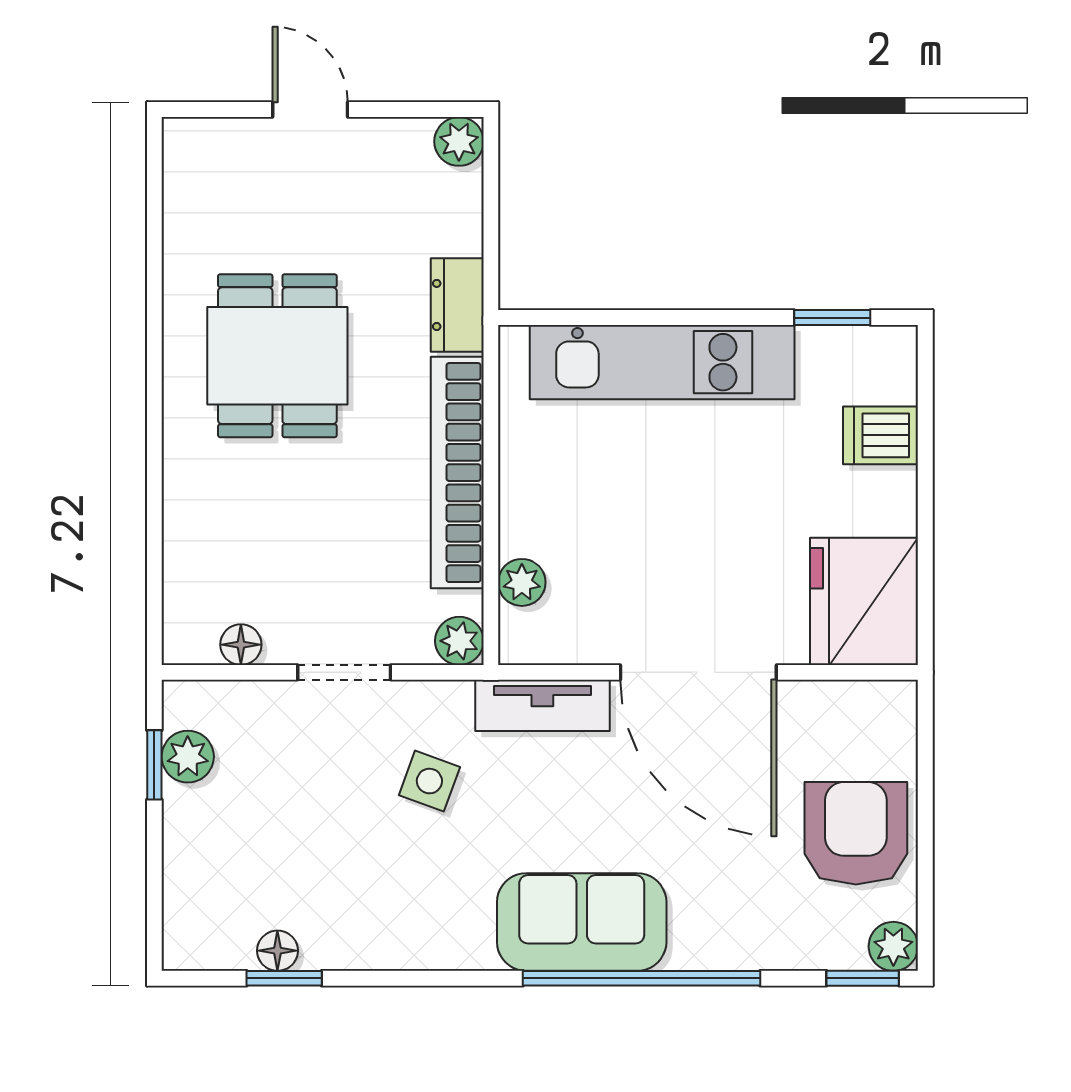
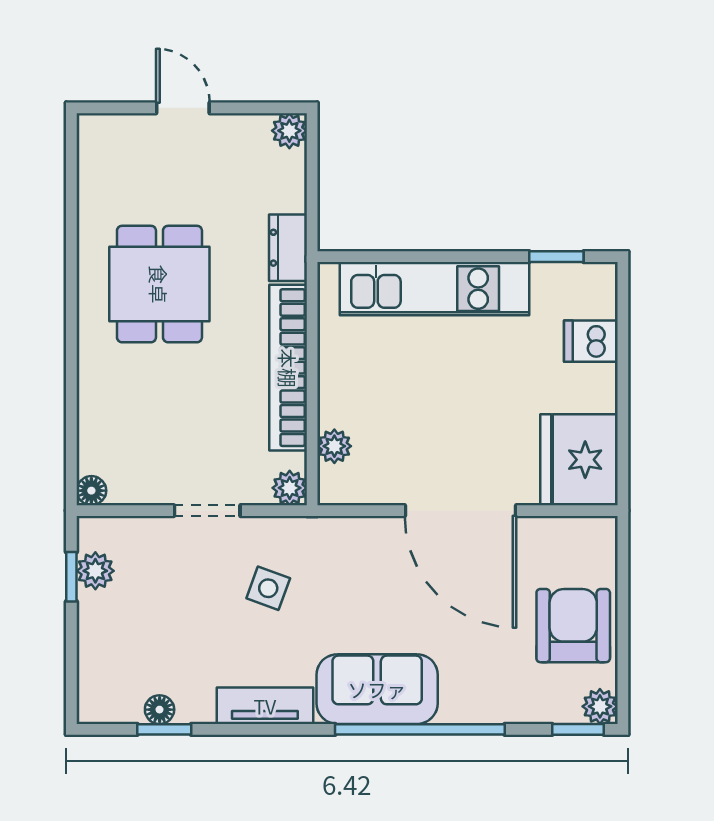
floor lamp: (241, 645) -> (91, 491), moved
tv unit: (542, 705) -> (265, 706), moved, turned 180

